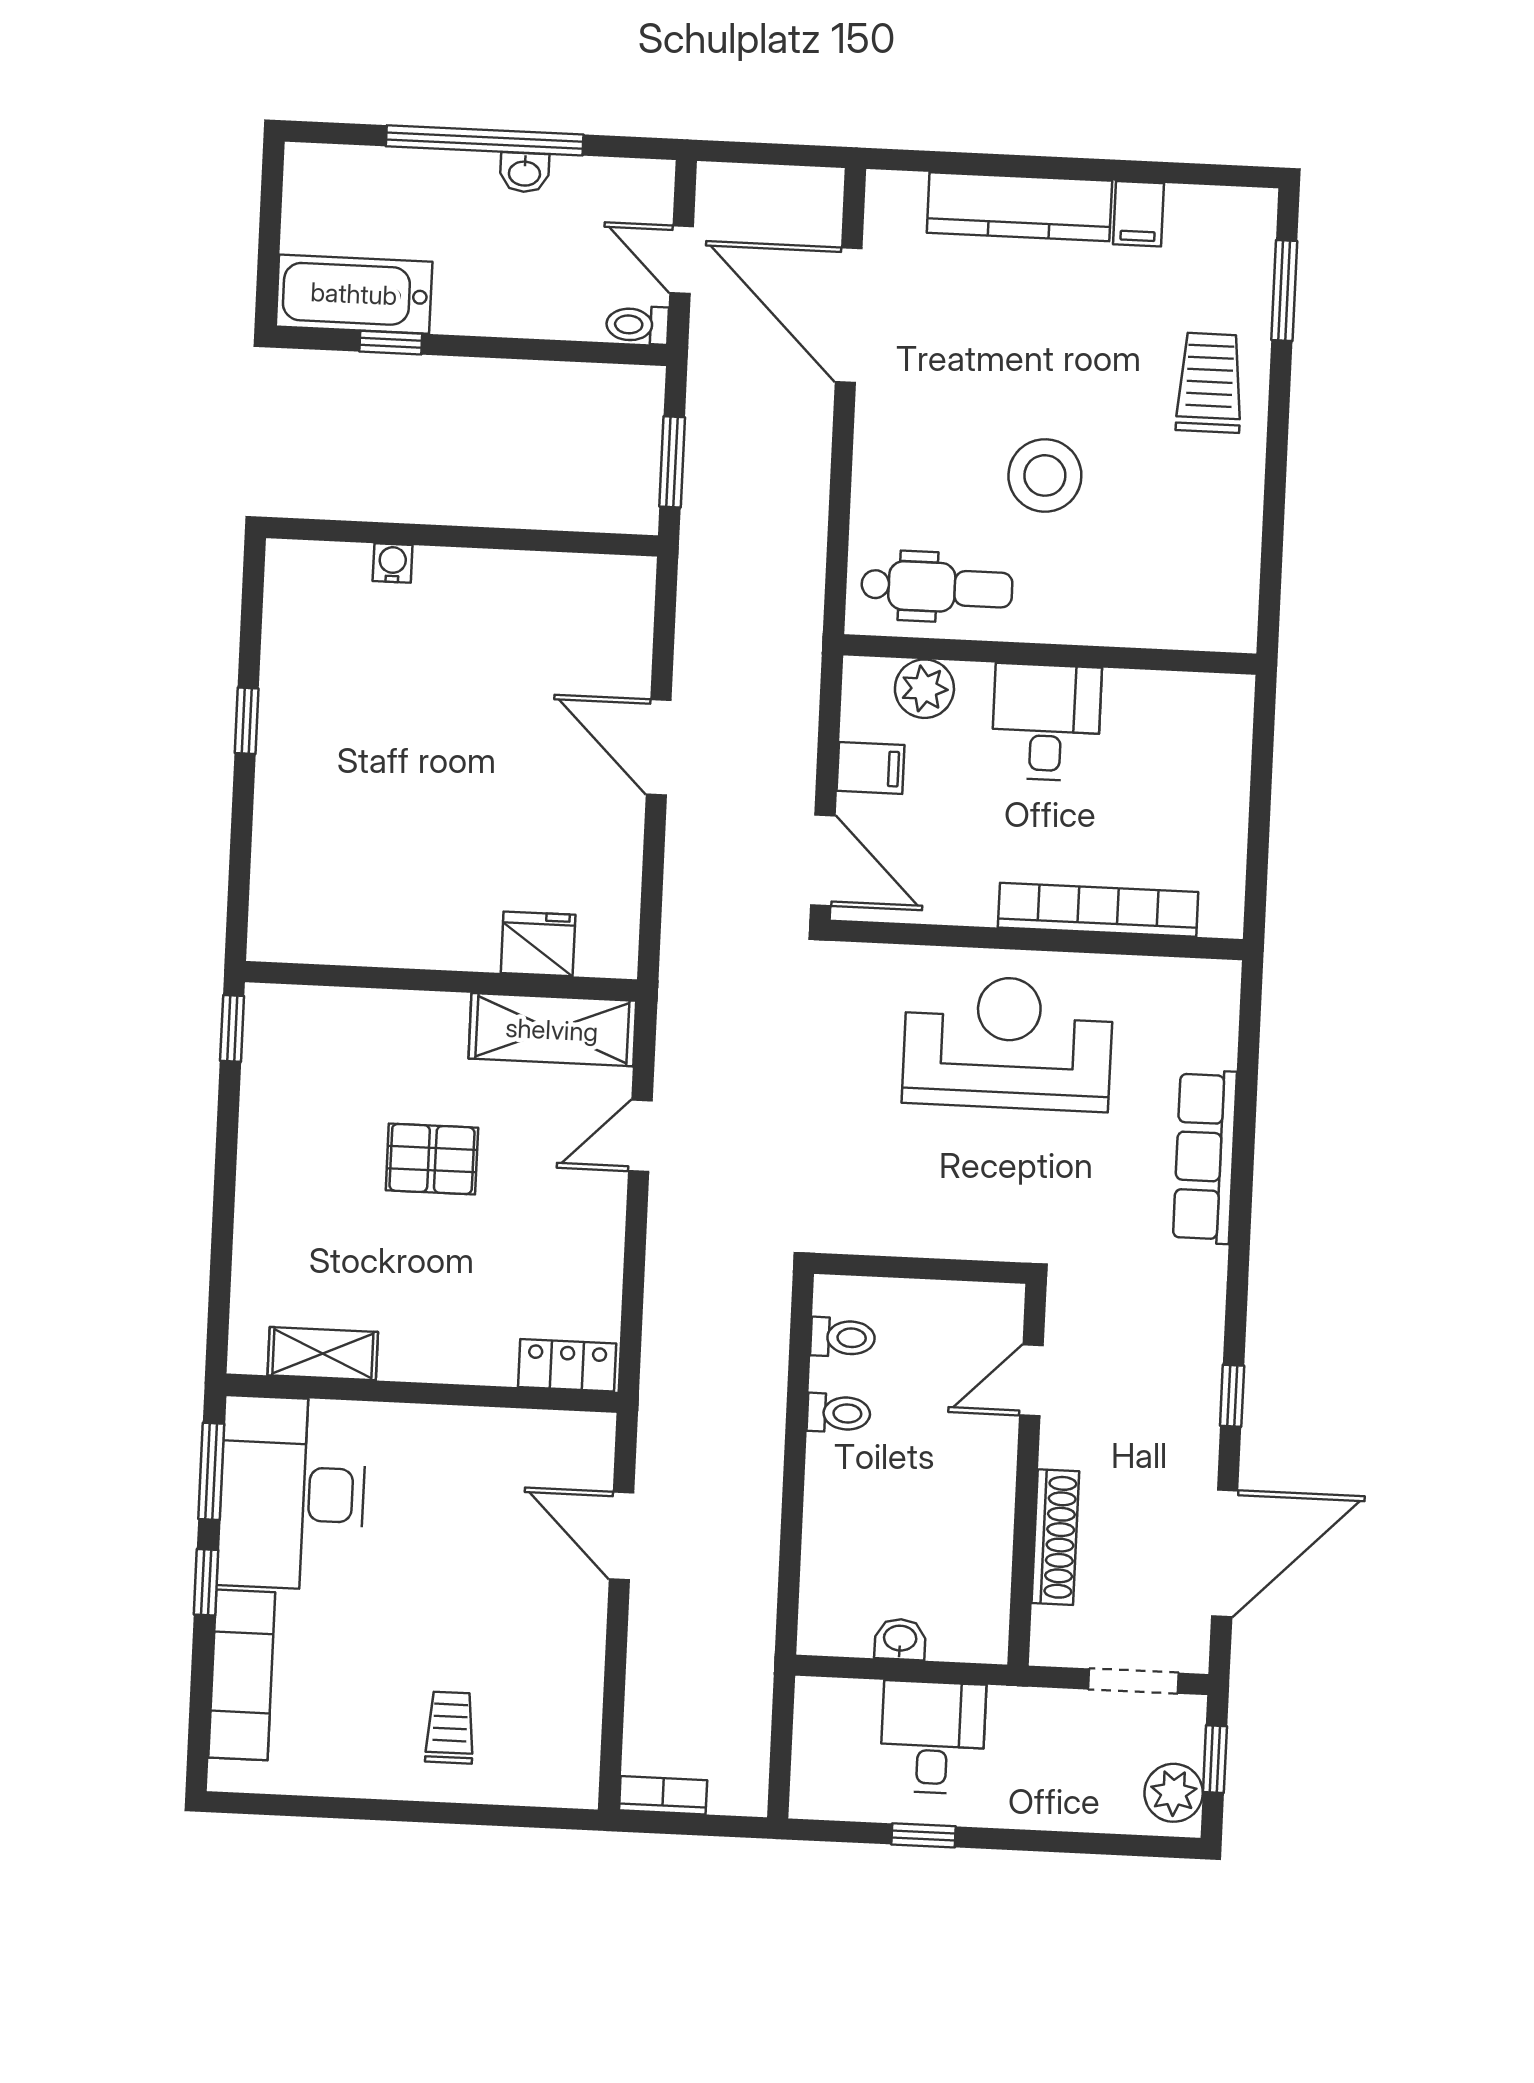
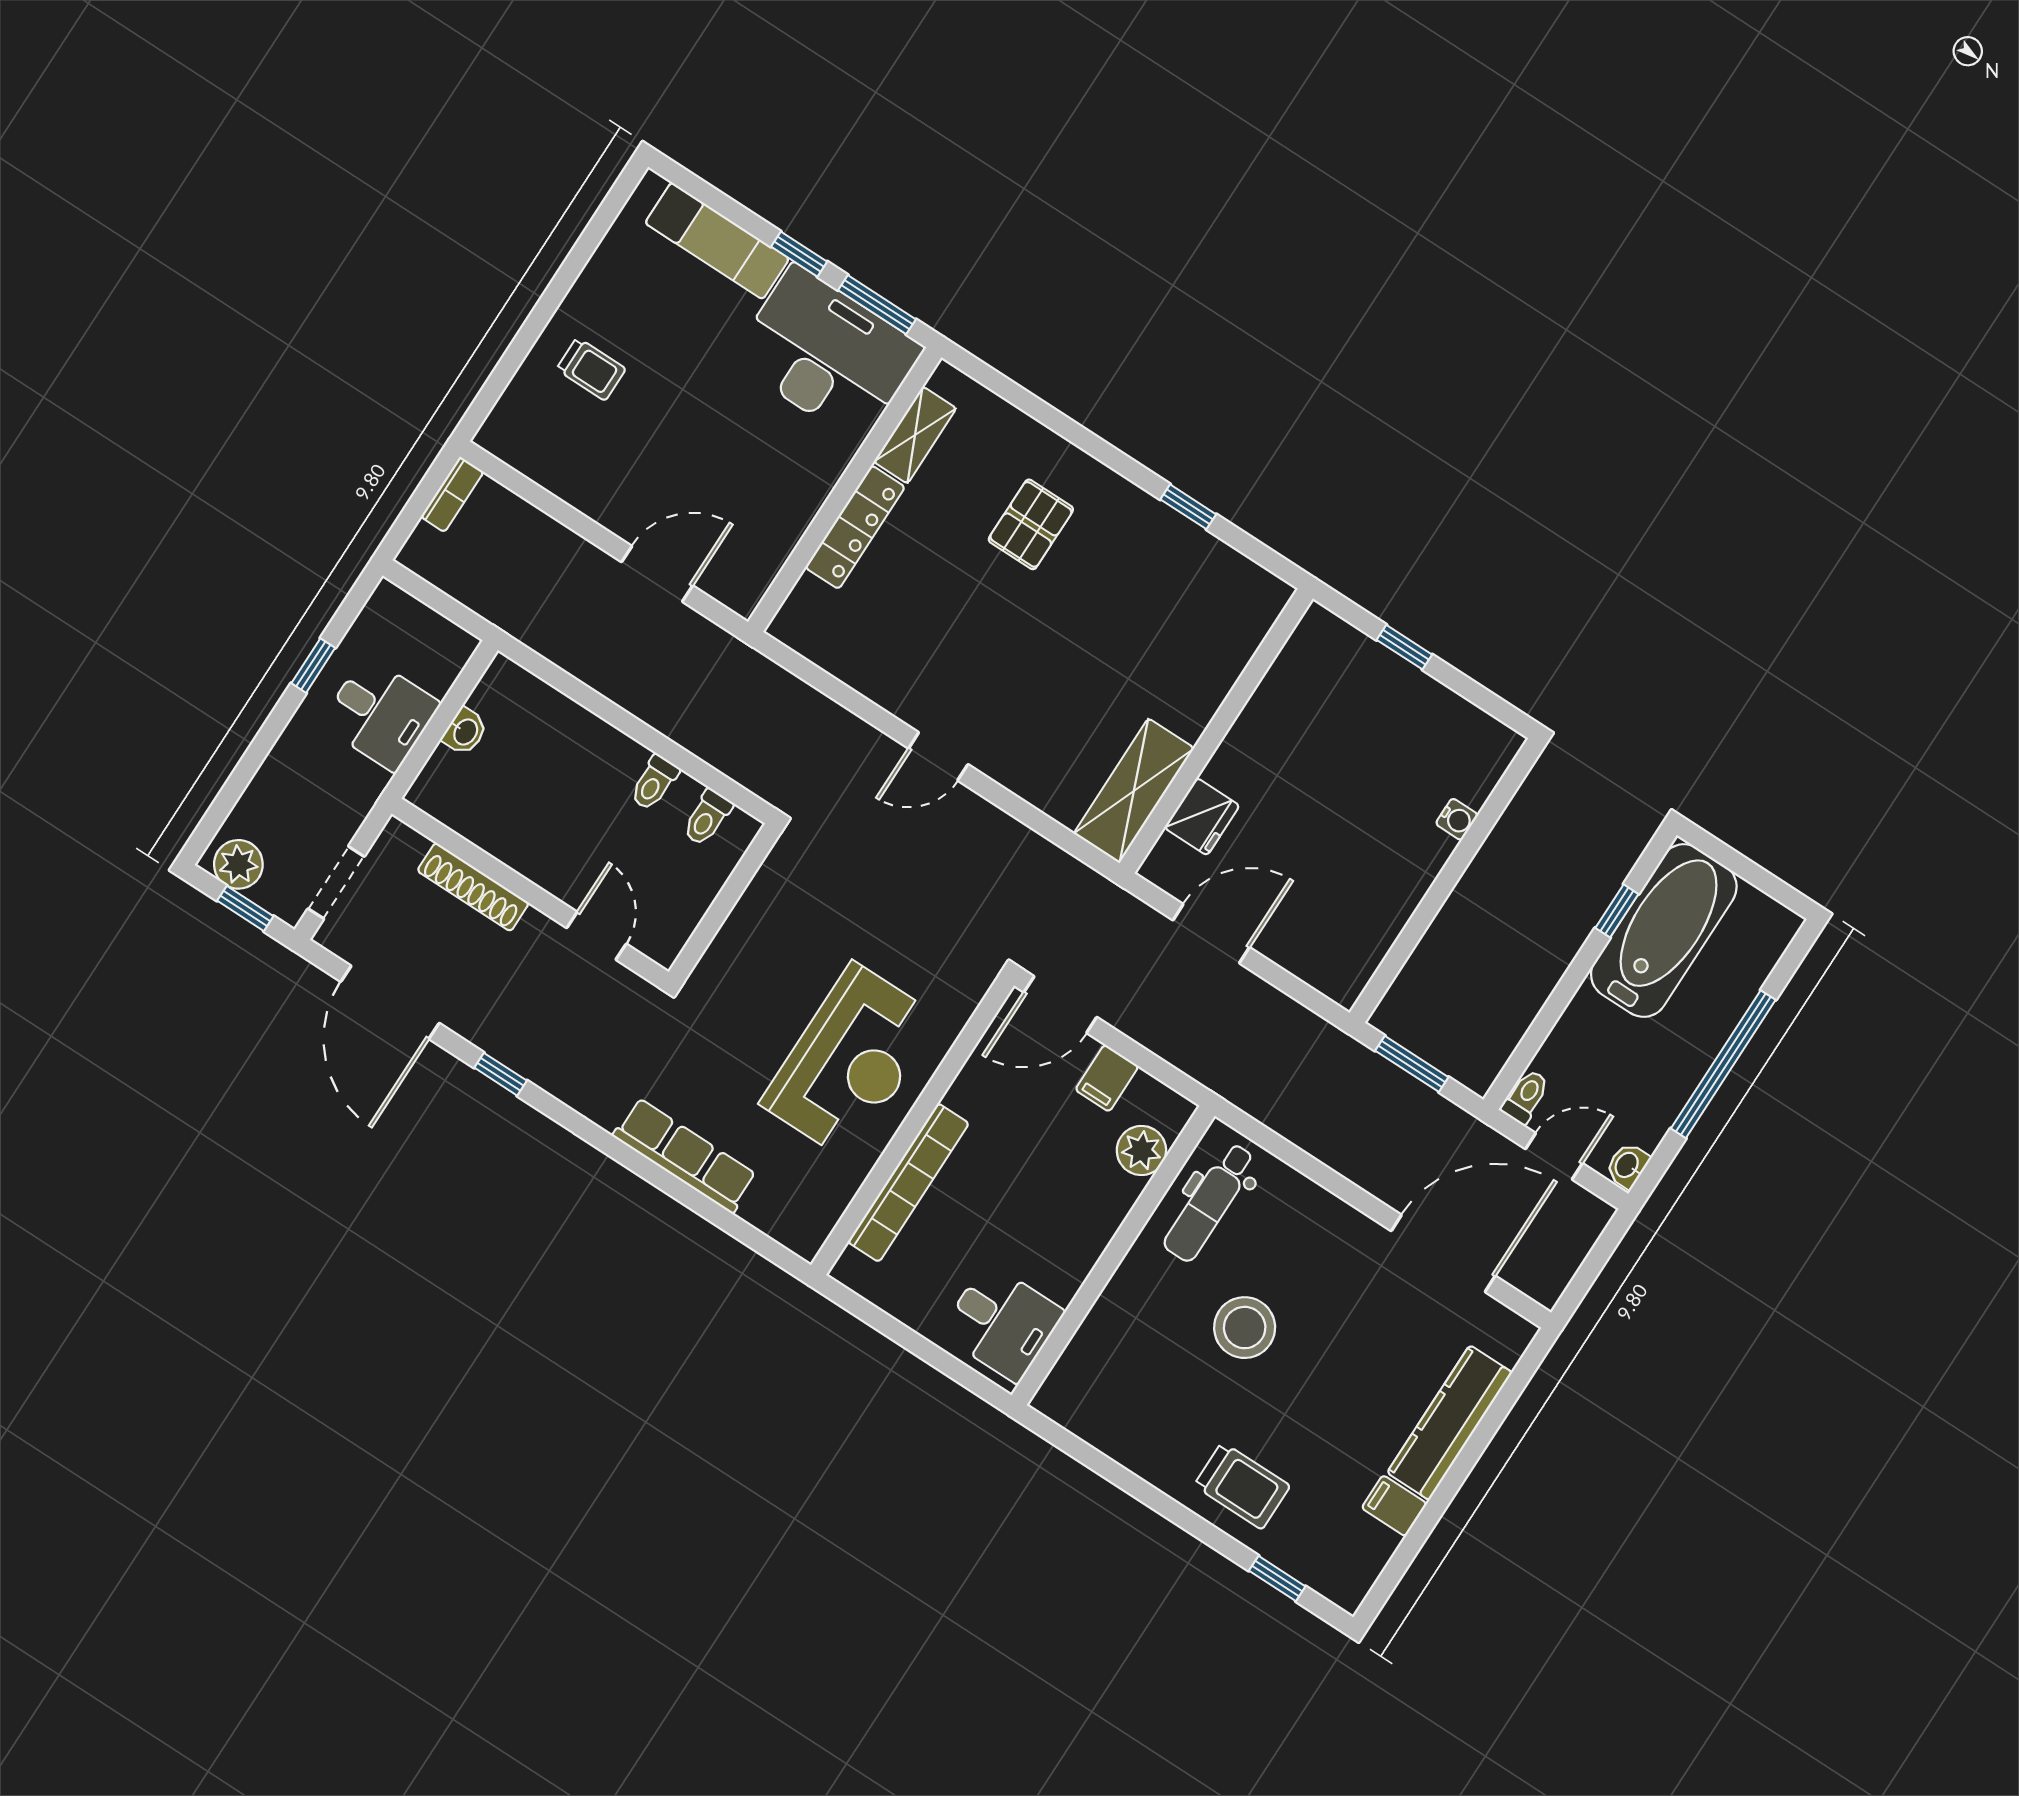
washbasin: (524, 172) -> (1628, 1165), moved
window: (1284, 291) -> (1277, 1579), width x0.67
bathtub: (354, 294) -> (1664, 931), width x1.36, depth x1.36
desk: (1046, 722) -> (1002, 1322), moved
fridge: (538, 944) -> (1202, 817), moved
wall: (441, 981) -> (1216, 731), moved
shelving: (552, 1030) -> (1134, 791), moved
door: (640, 1136) -> (938, 756), swing flipped
pallet: (432, 1159) -> (1031, 524), moved
locker: (567, 1365) -> (855, 527), moved, width x1.53

